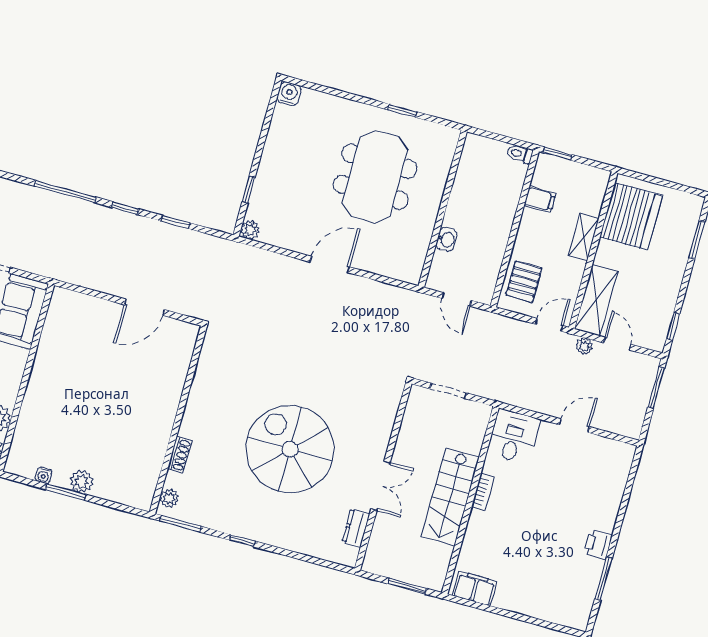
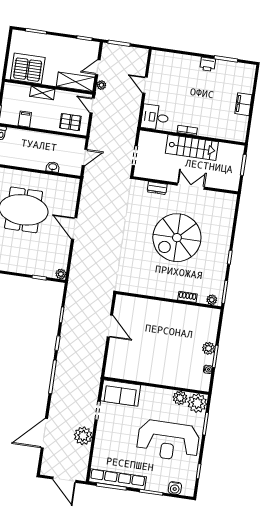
dresser: (356, 528) -> (157, 188), moved
filing cabinet: (475, 588) -> (243, 104), moved

